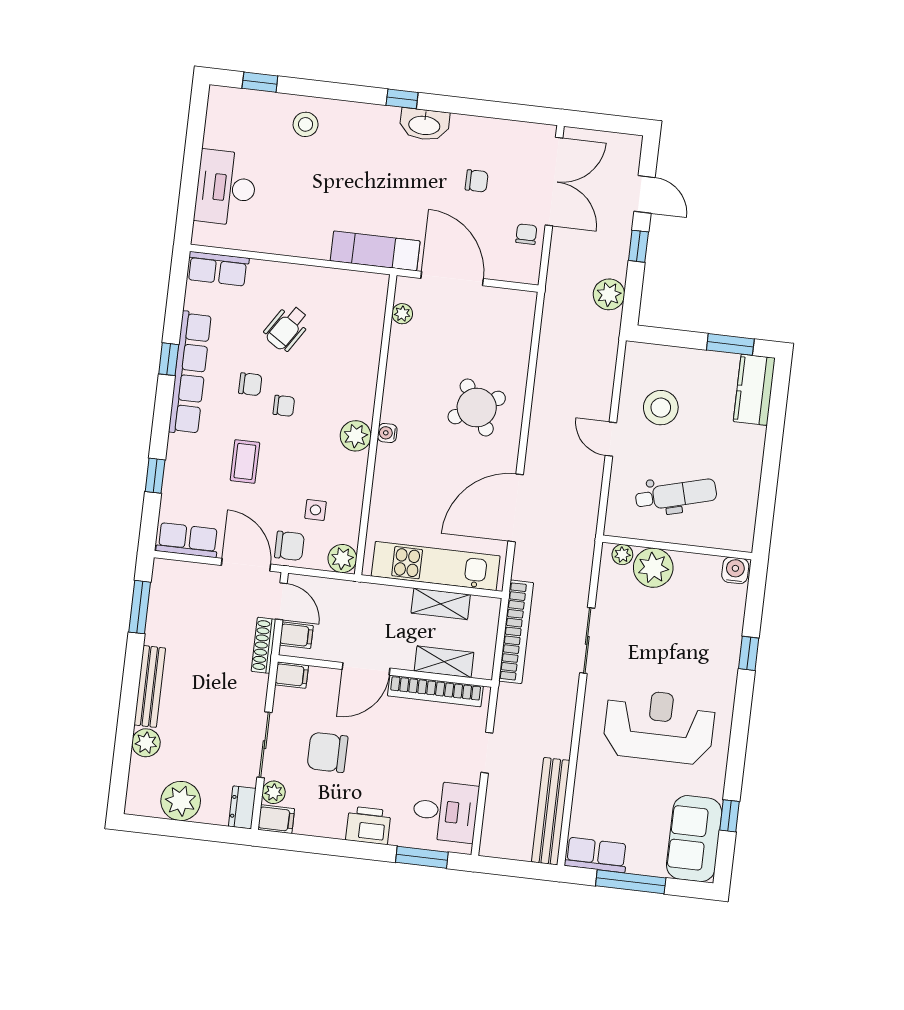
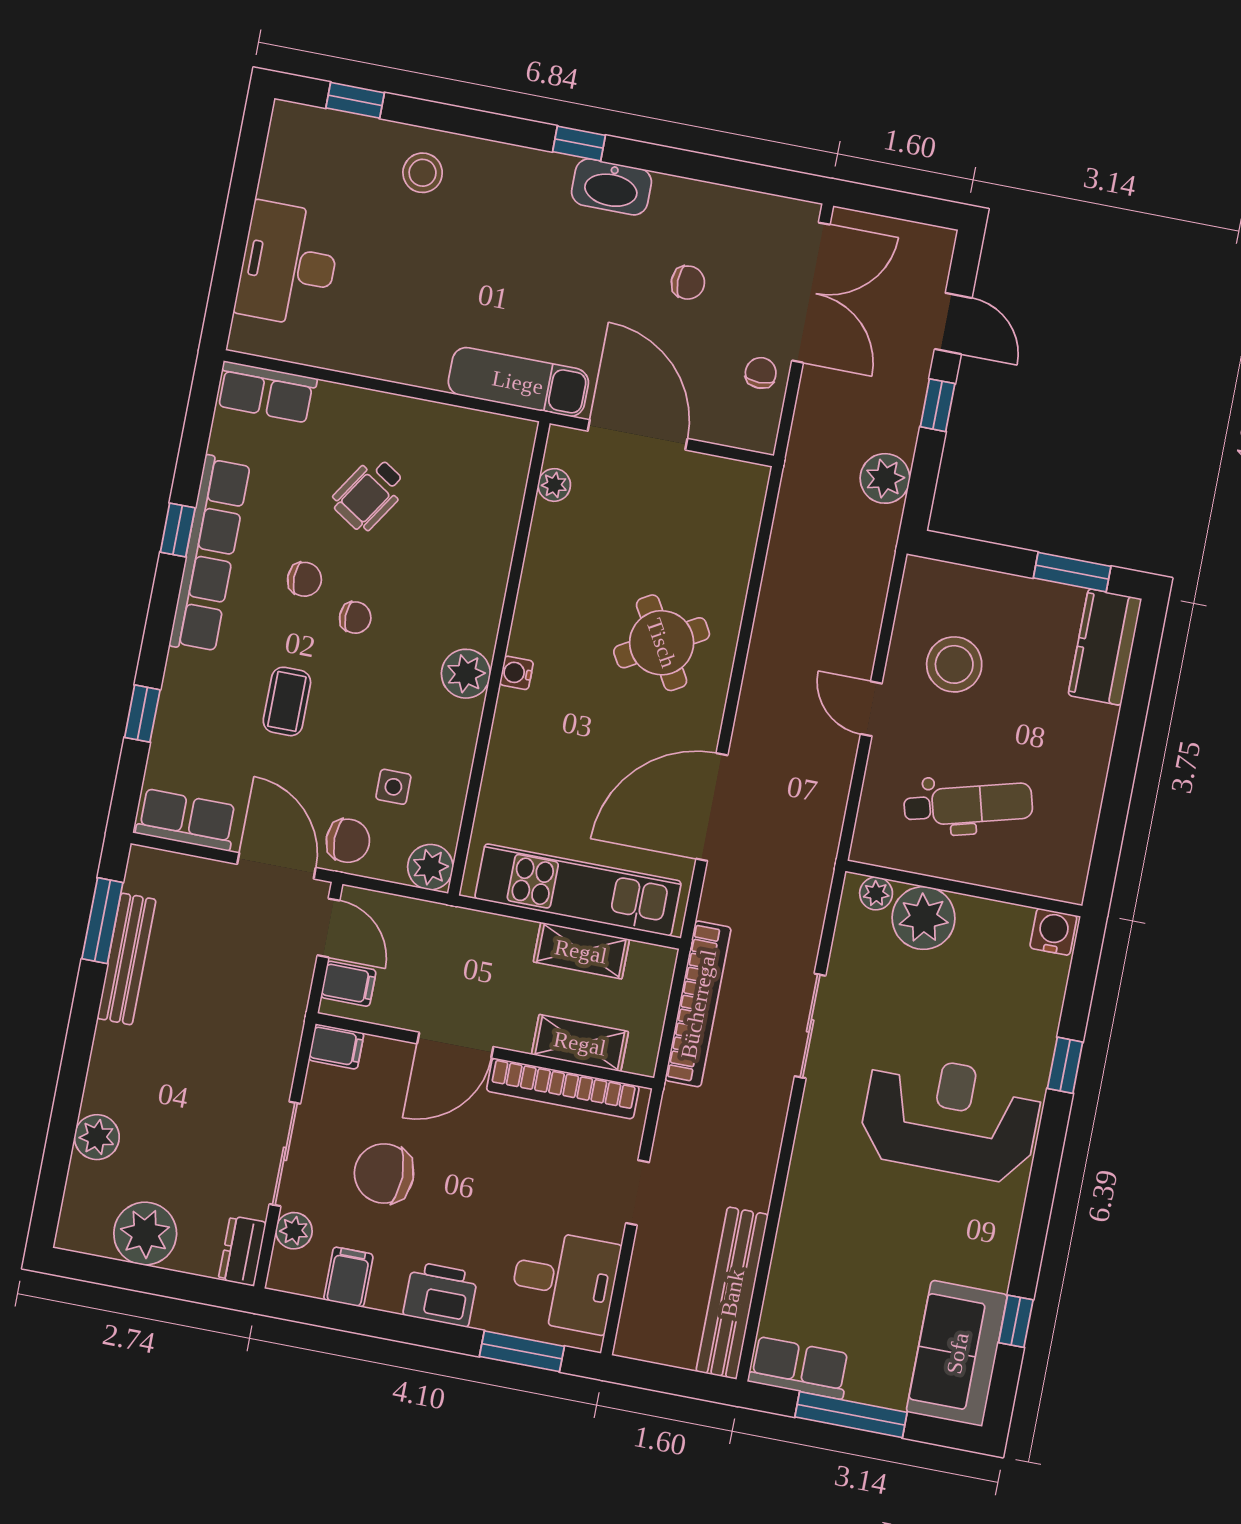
shoe rack: (264, 645) -> (295, 996), removed
bench: (150, 686) -> (127, 959), moved
reception desk: (659, 726) -> (950, 1118), moved
filing cabinet: (276, 819) -> (348, 1277), moved, turned -90

